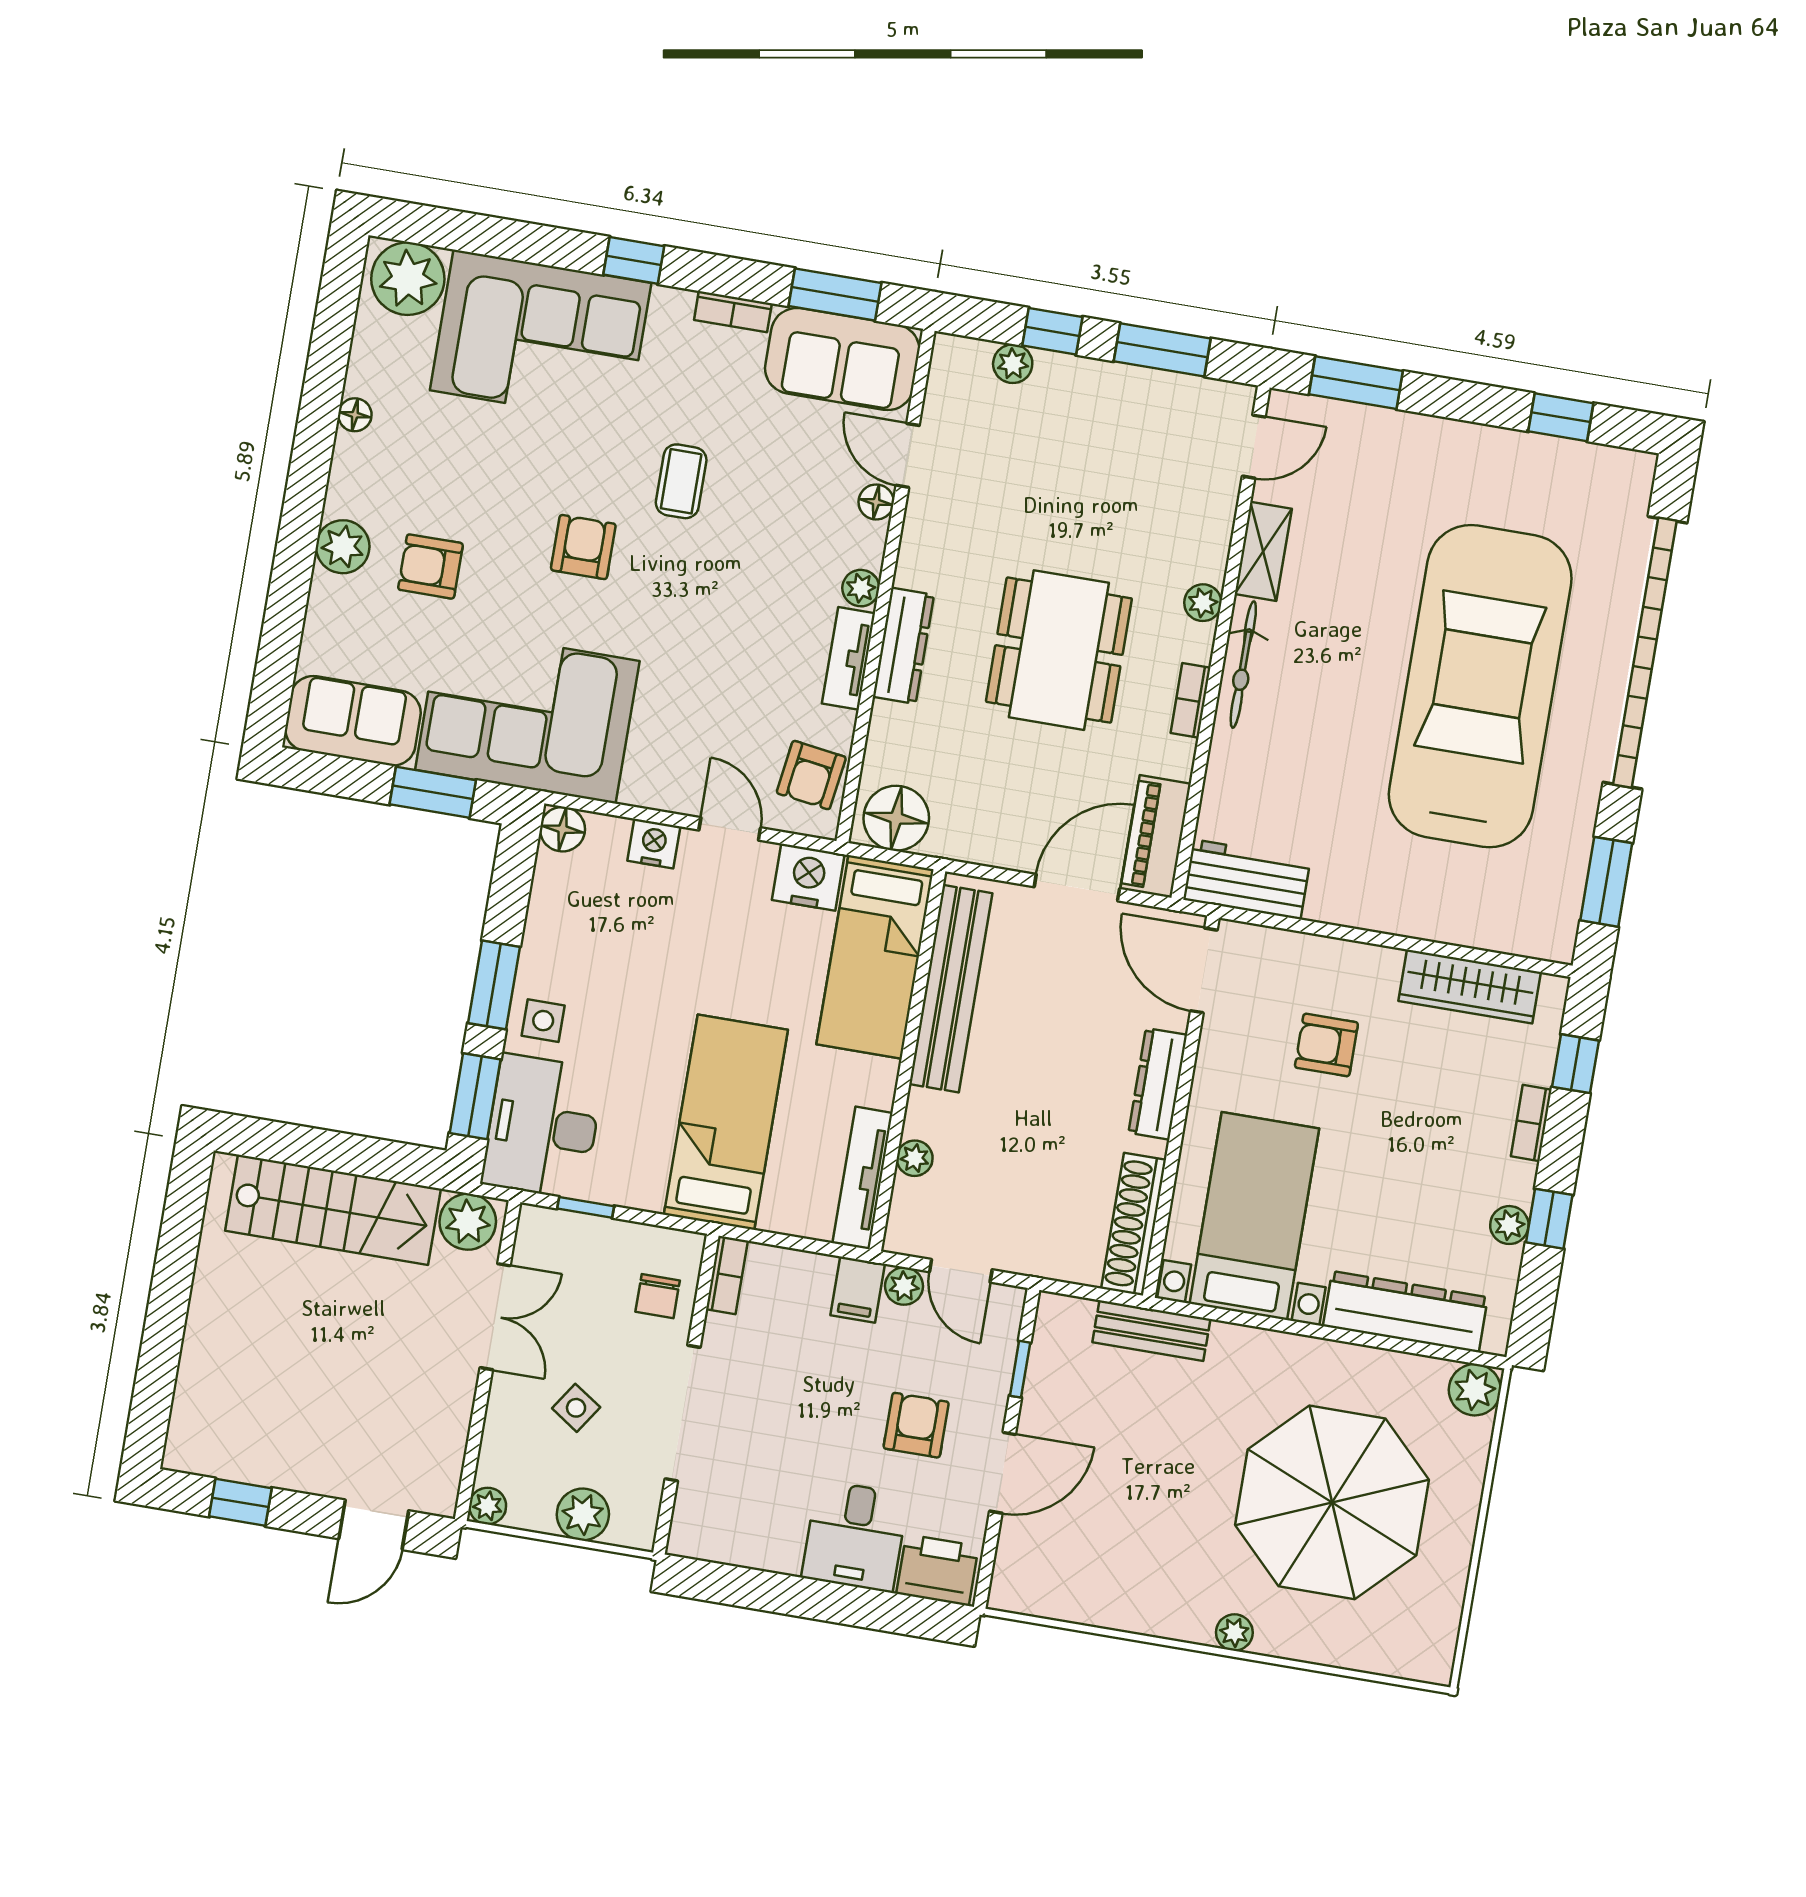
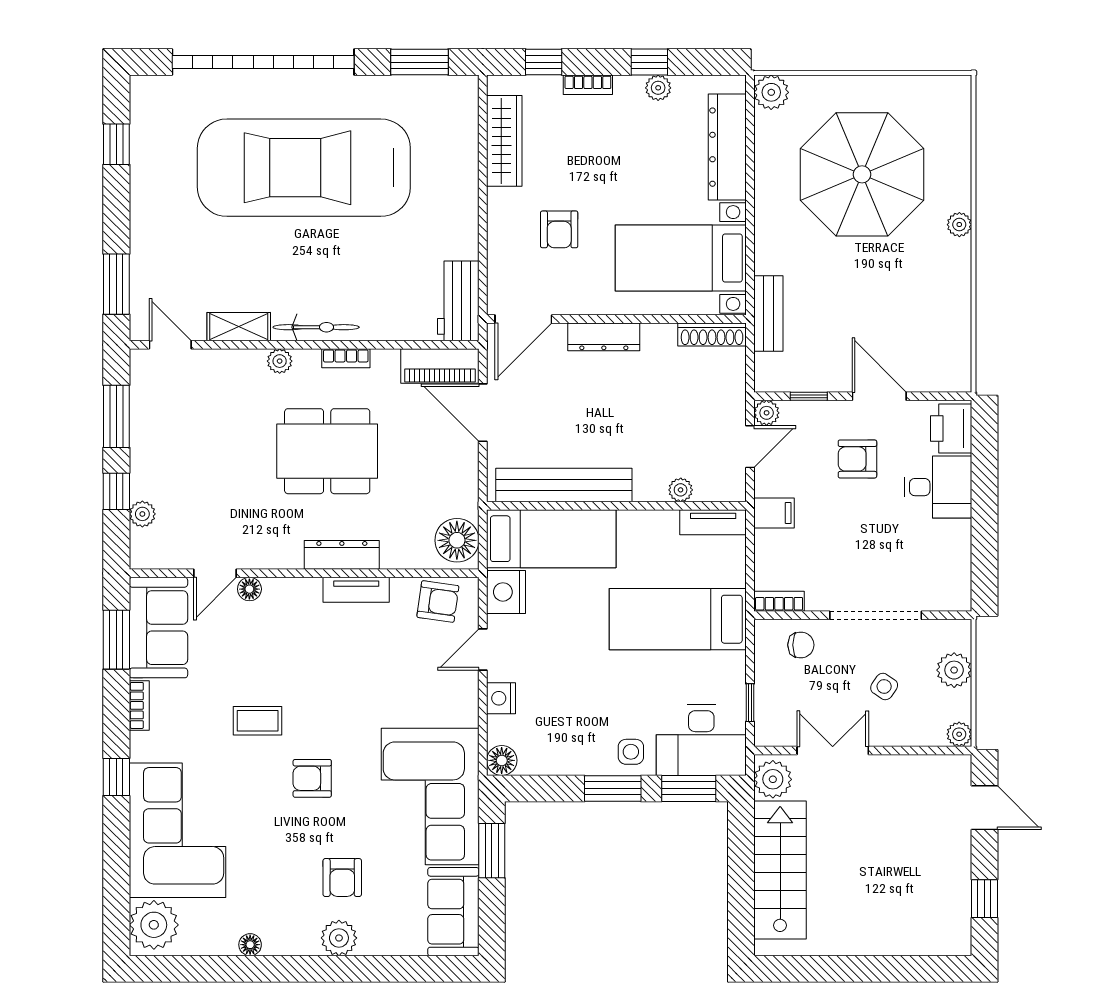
plant: (861, 588) -> (308, 590), removed
tv unit: (863, 1178) -> (713, 522), width x0.71
shoe rack: (1134, 1224) -> (712, 334), width x0.74, depth x0.81
plant: (904, 1286) -> (767, 413), moved

